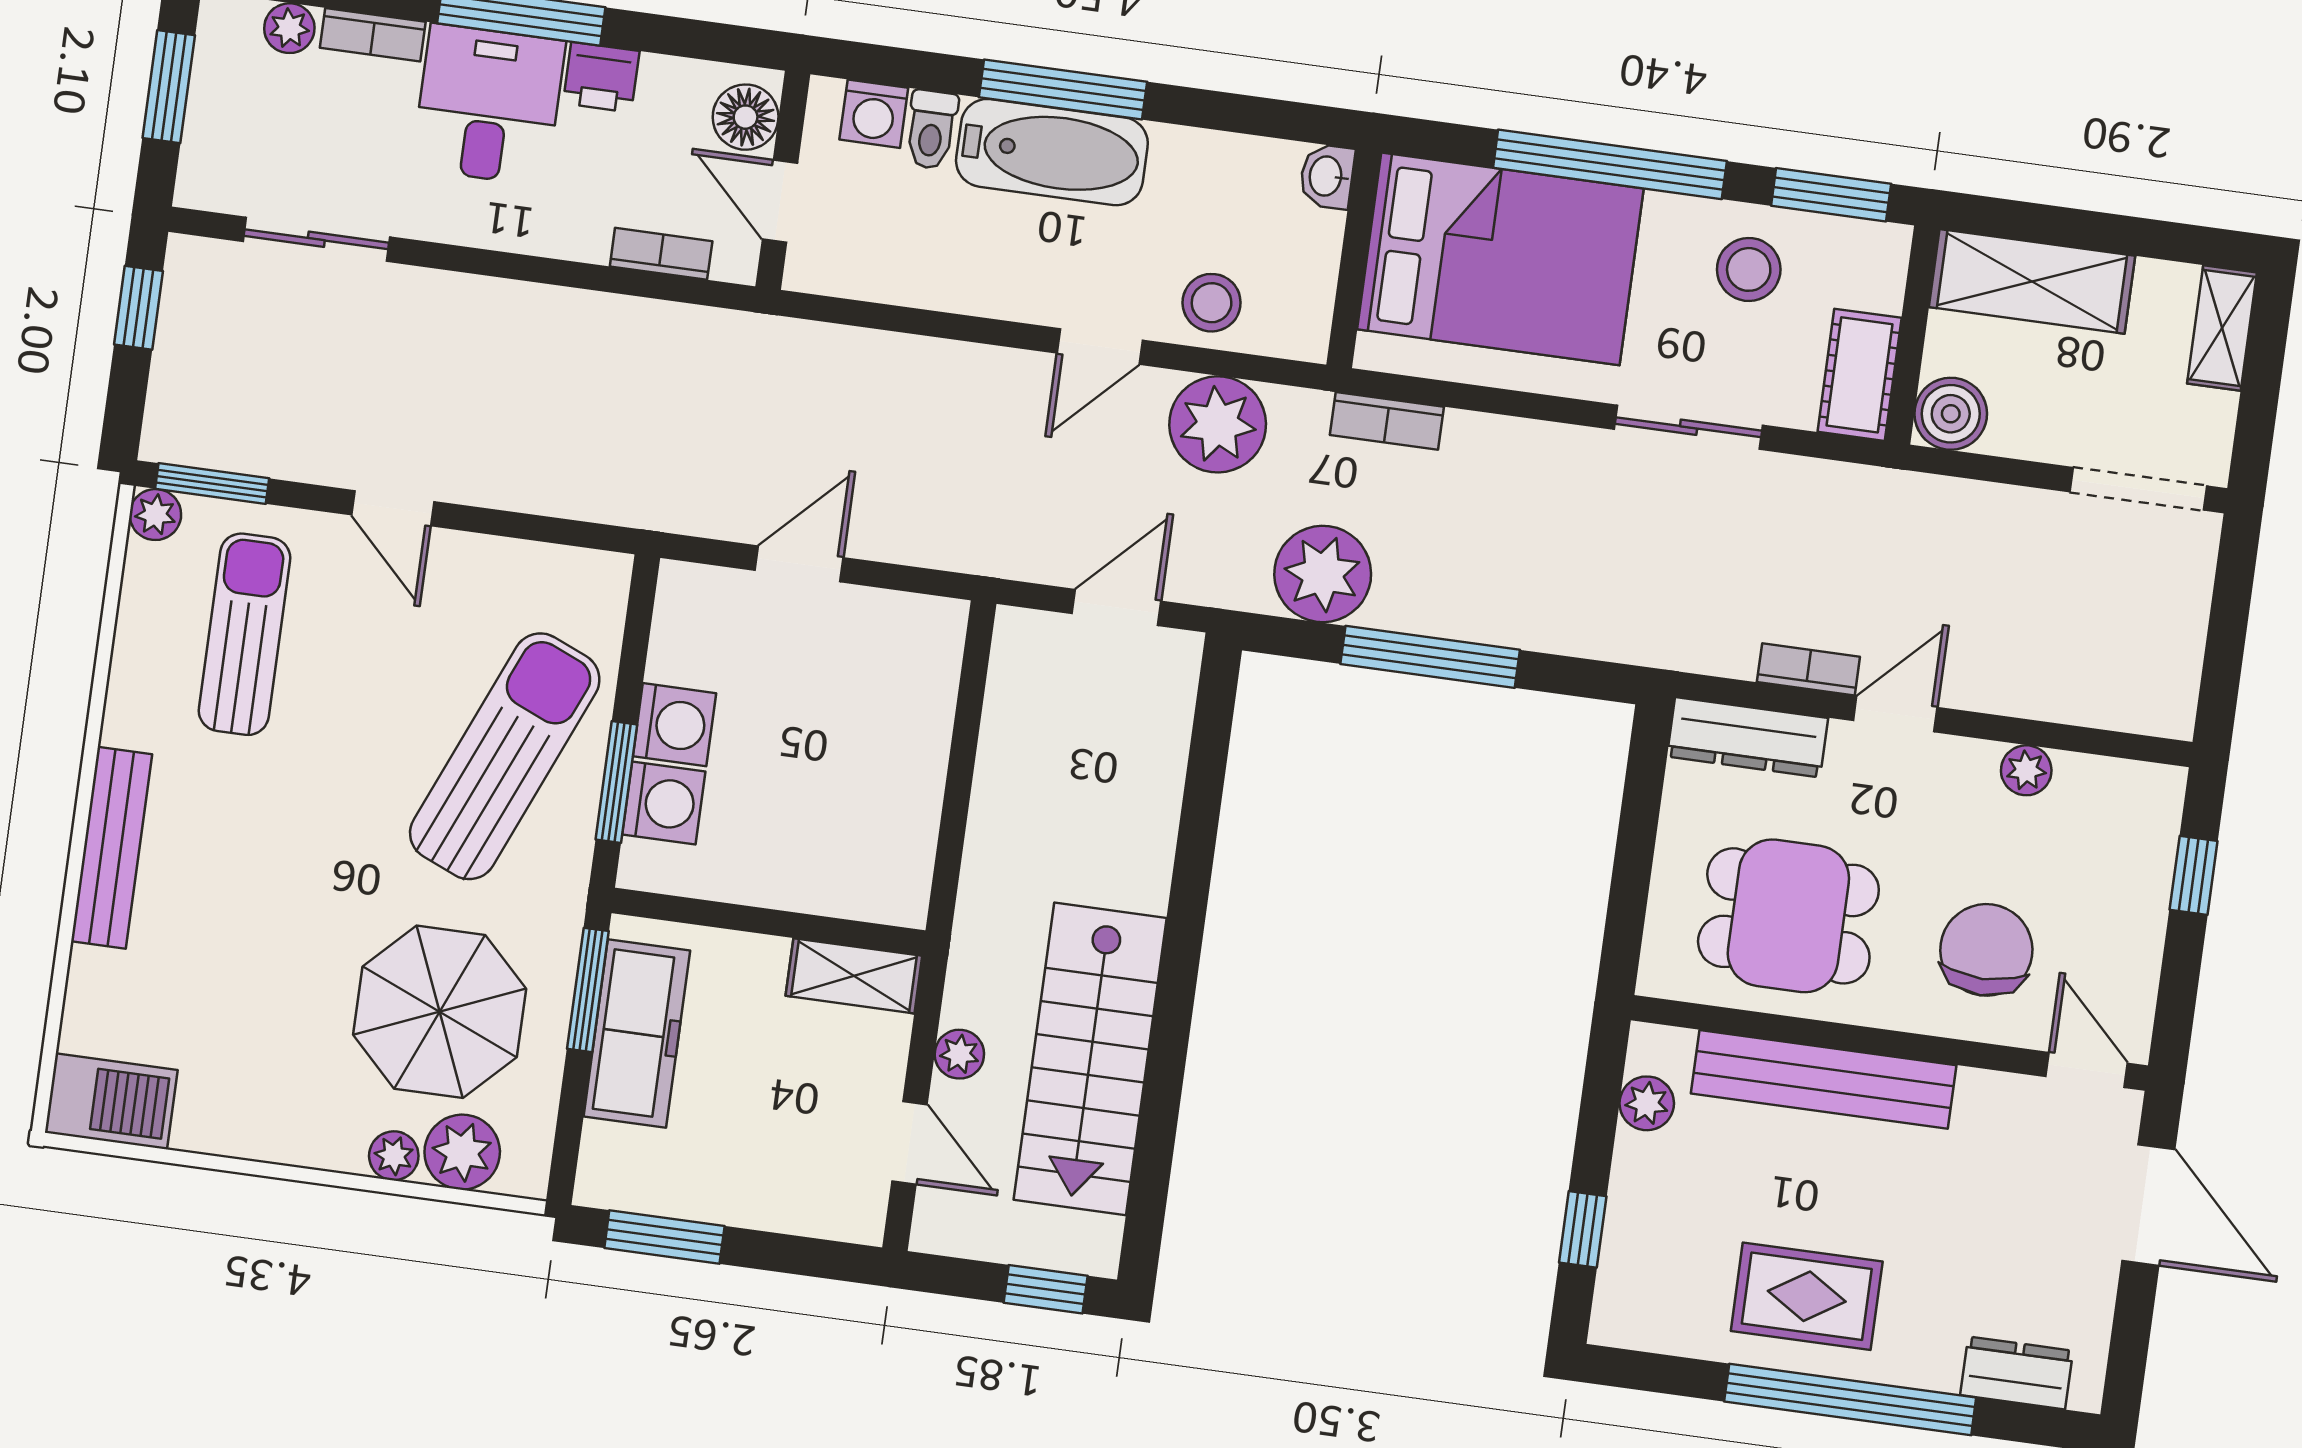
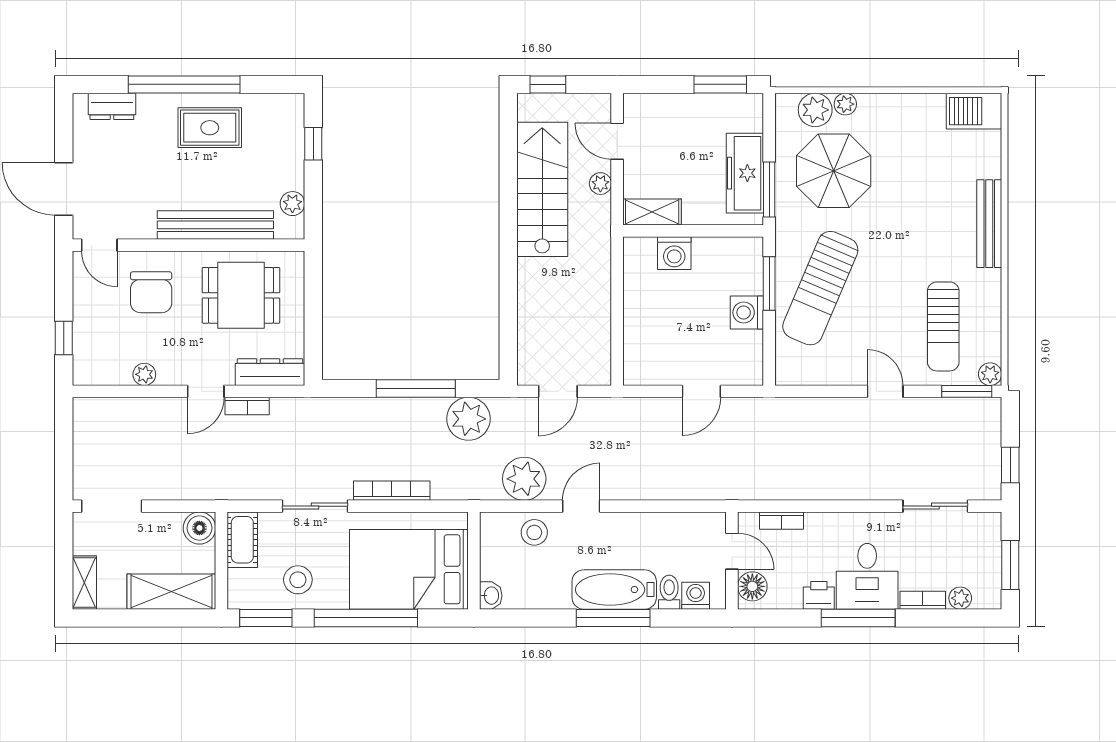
bookcase: (1387, 421) -> (392, 491), moved, width x1.56
washing machine: (664, 803) -> (674, 253), moved, turned -90

